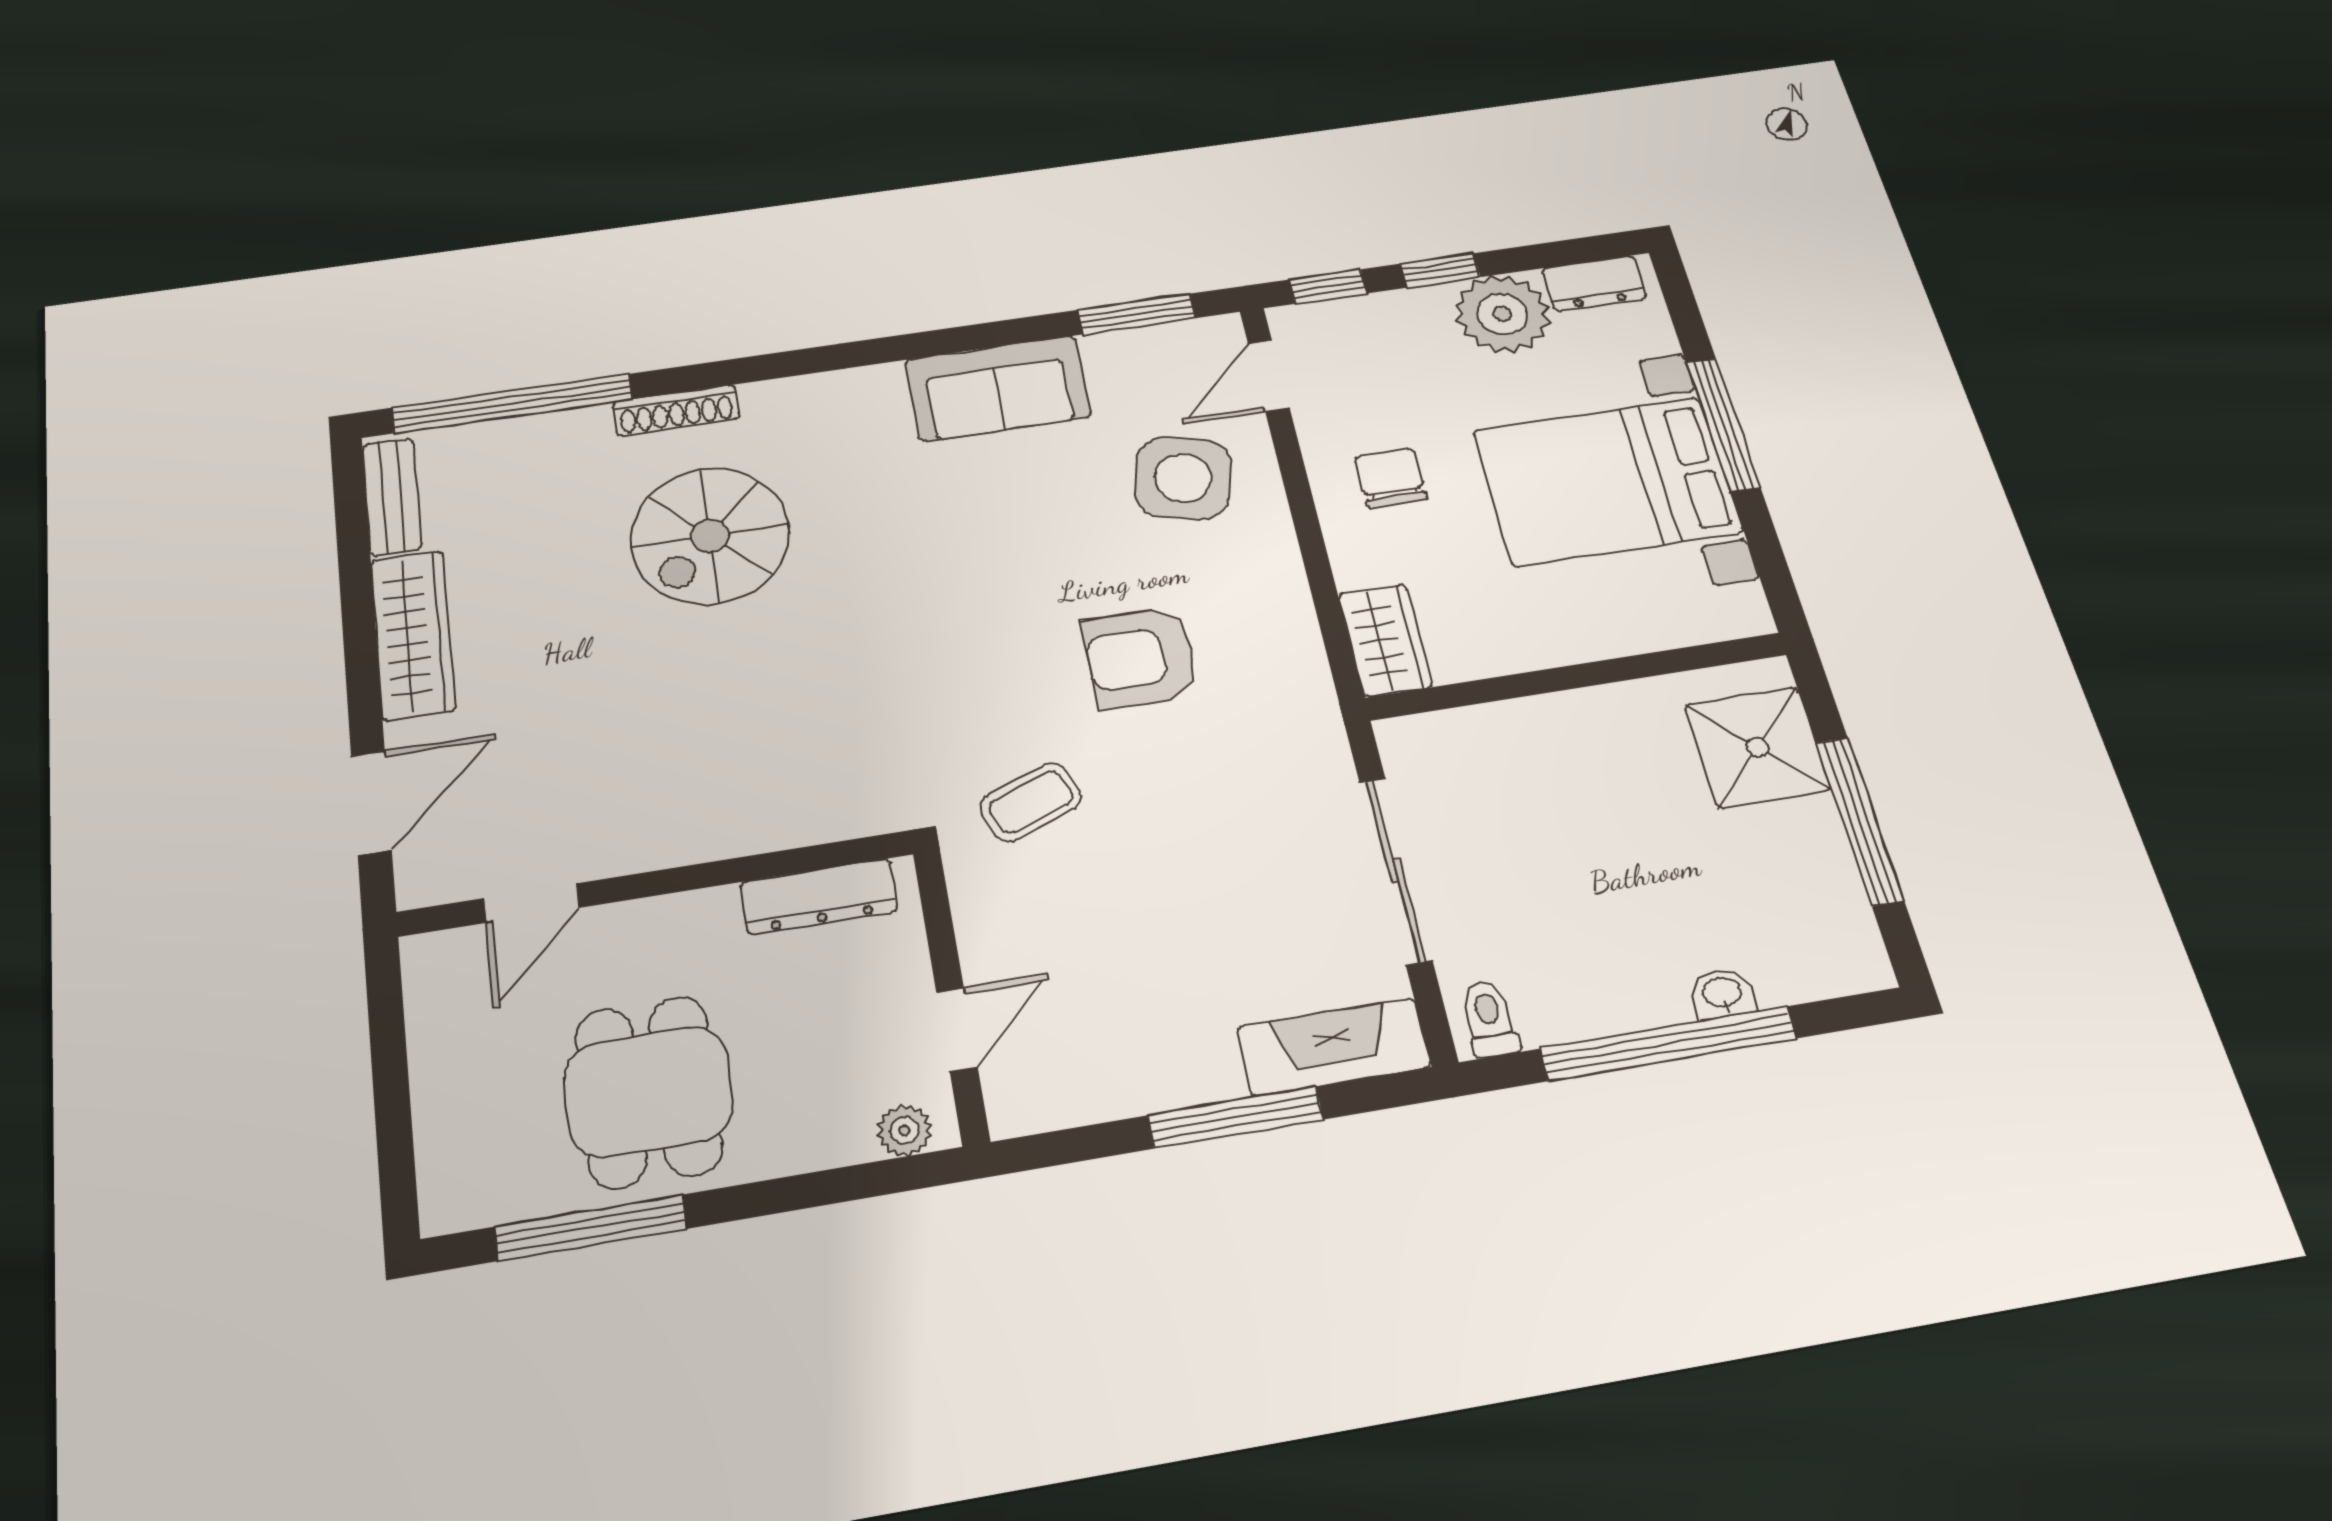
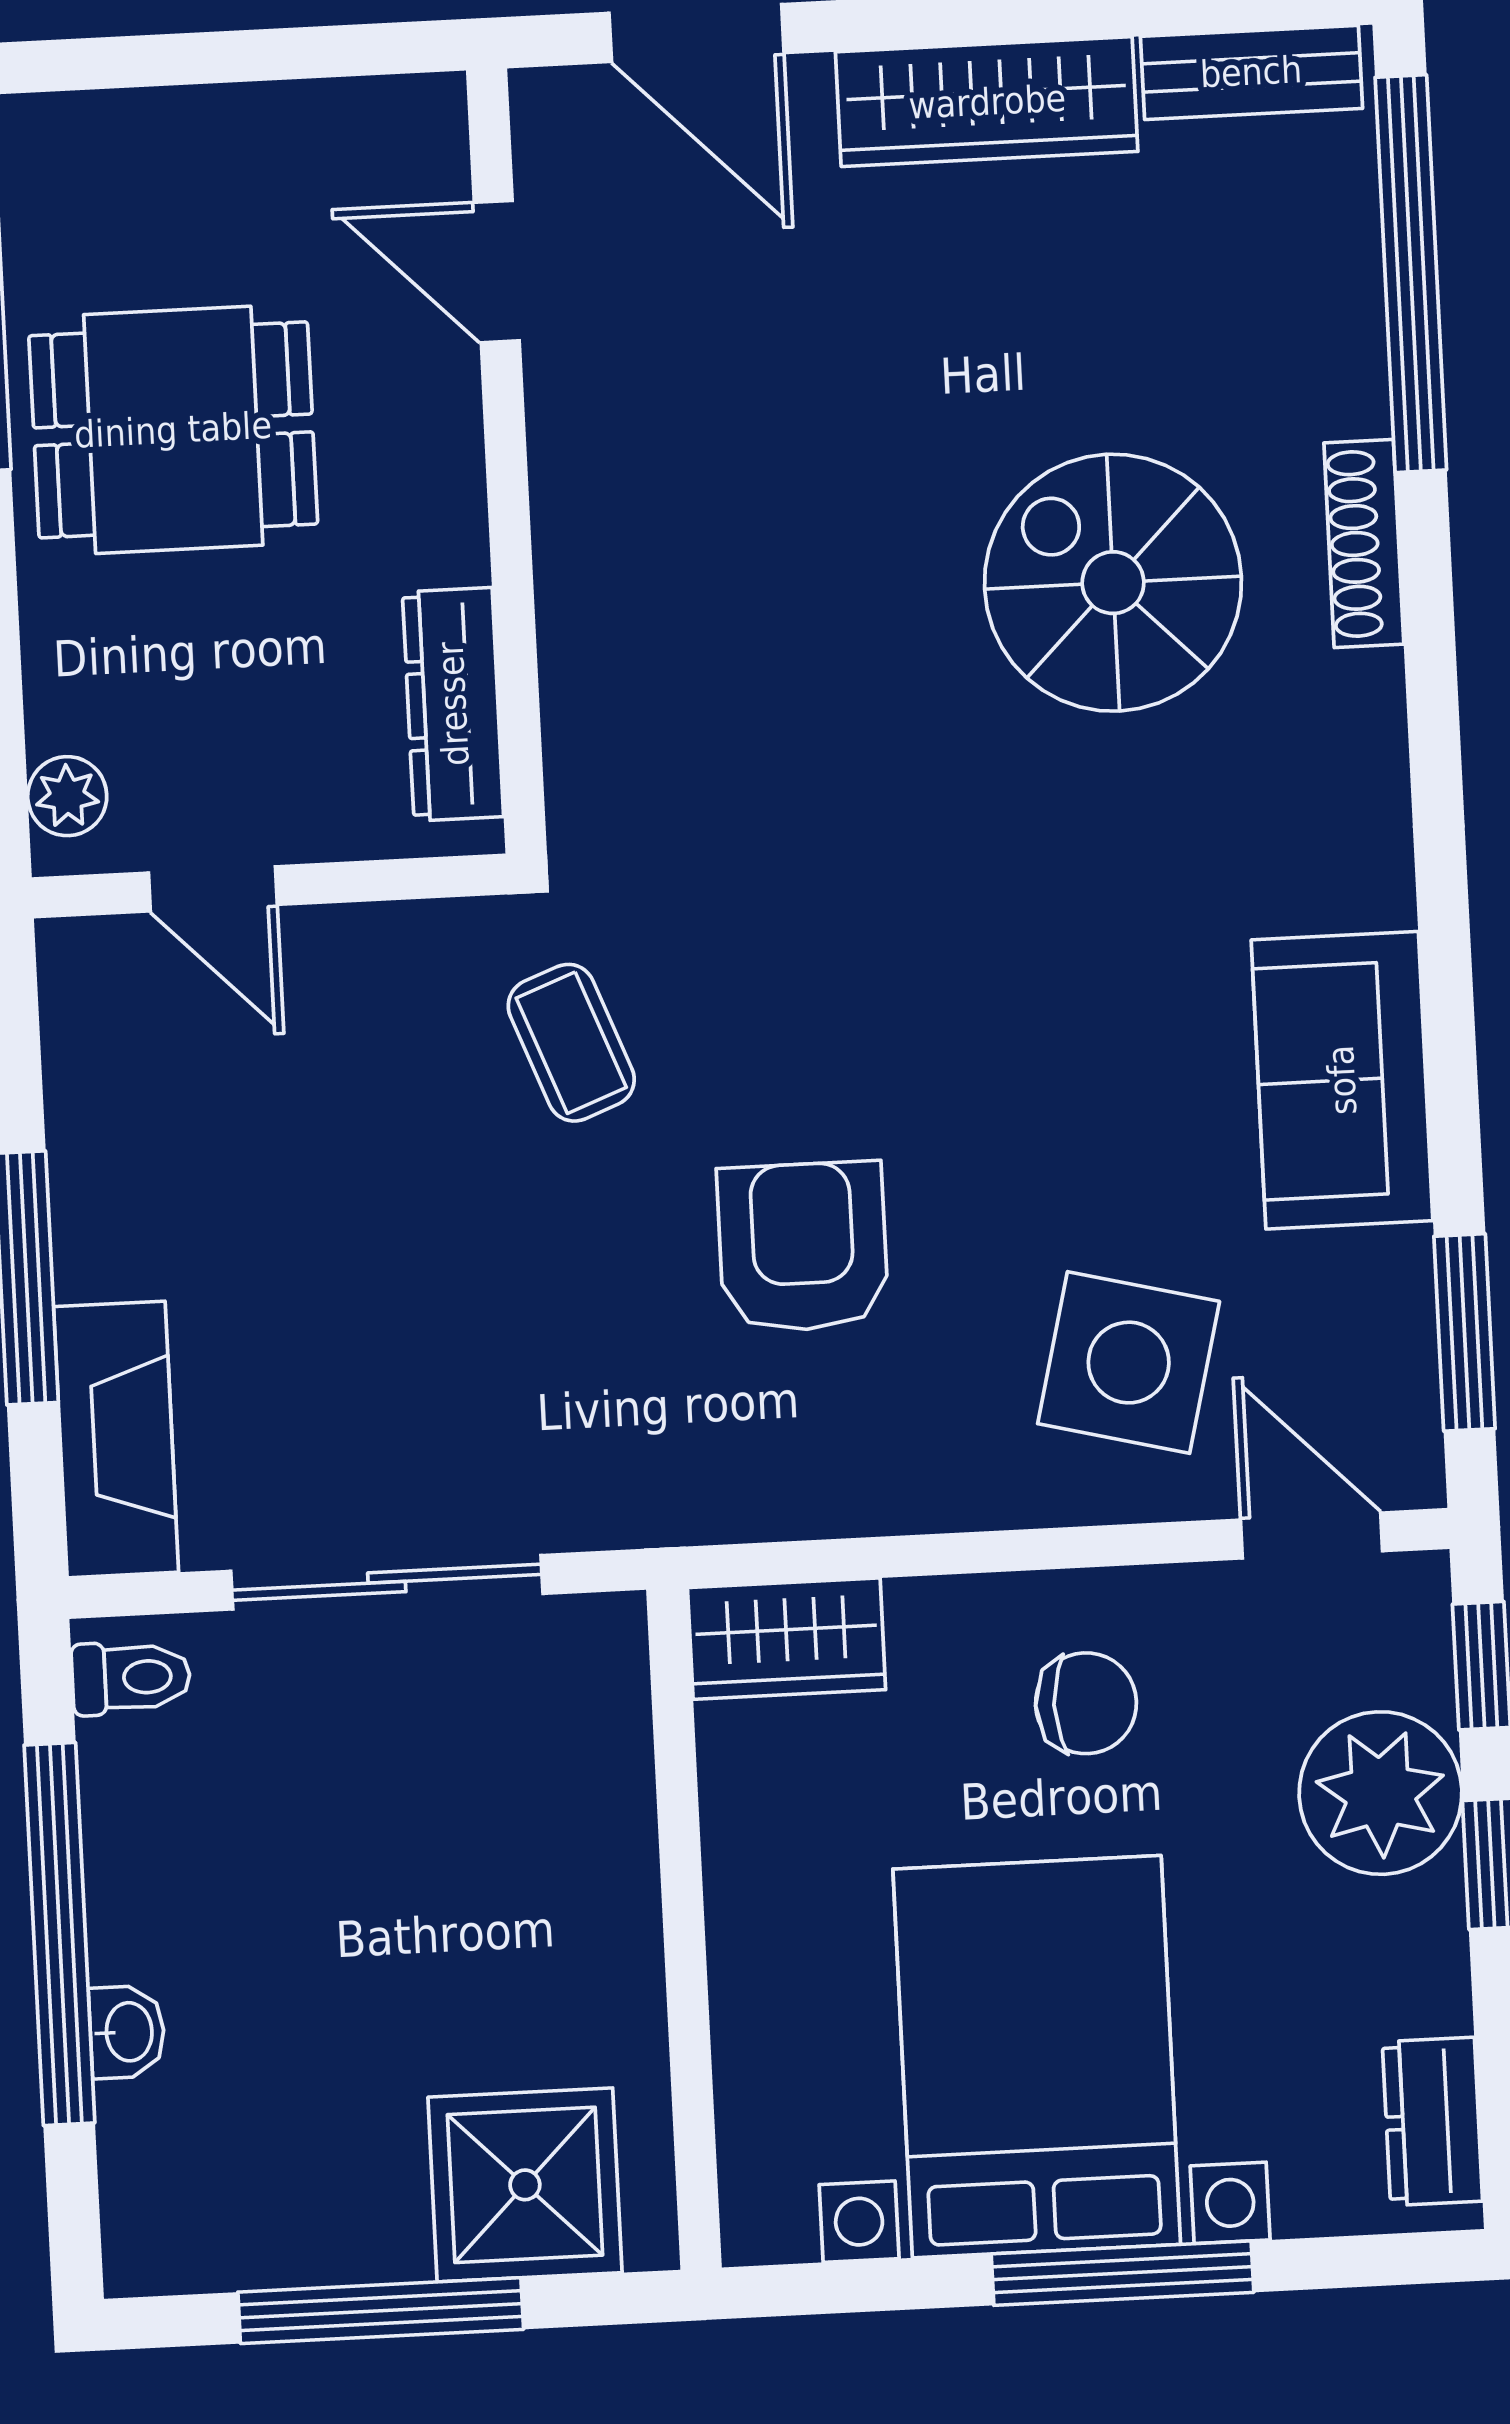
plant: (1502, 314) -> (1380, 1793), moved

